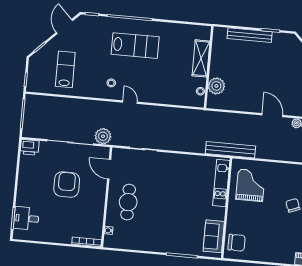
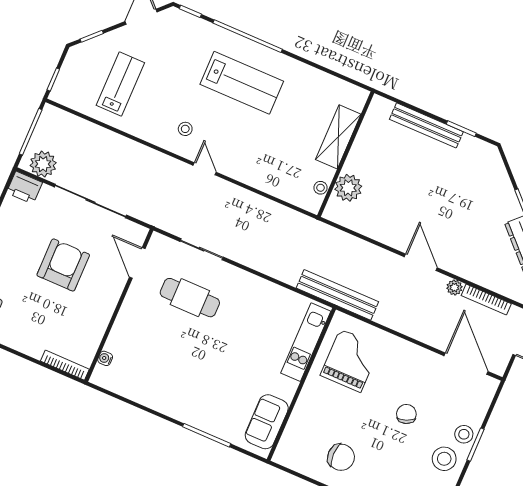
plant: (103, 136) -> (43, 164), moved
cafe table: (128, 202) -> (190, 298), moved, turned 90
chair: (237, 243) -> (341, 457), moved

